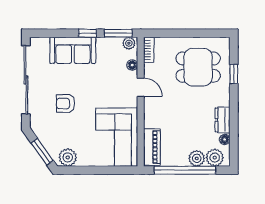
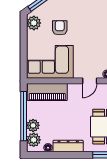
armchair: (66, 104) -> (60, 28), moved
dresser: (223, 120) -> (68, 146), width x1.44
piano: (152, 147) -> (47, 92), width x1.37, depth x1.33

